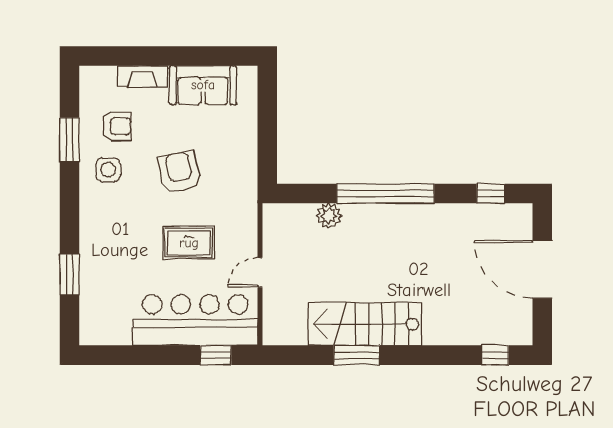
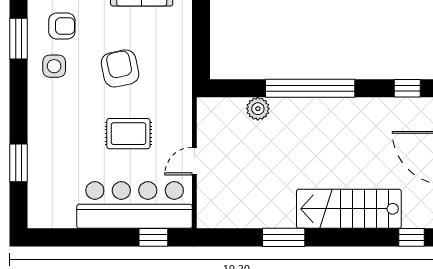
stairs: (365, 324) -> (349, 209), moved

